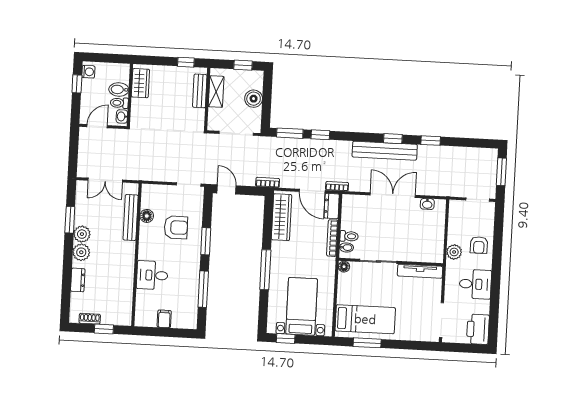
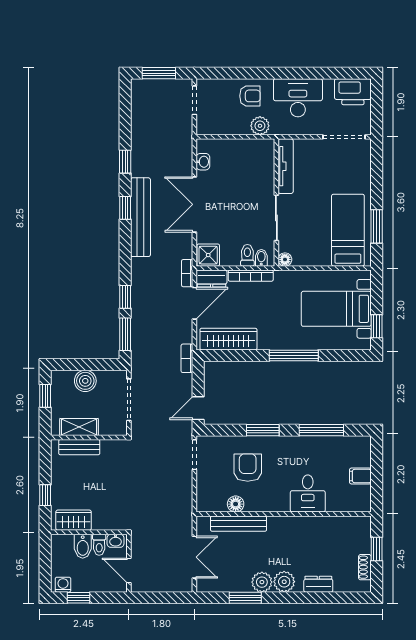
window: (186, 62) -> (45, 495), moved
shower: (351, 204) -> (208, 255), added
desk: (475, 284) -> (298, 98), width x1.37

